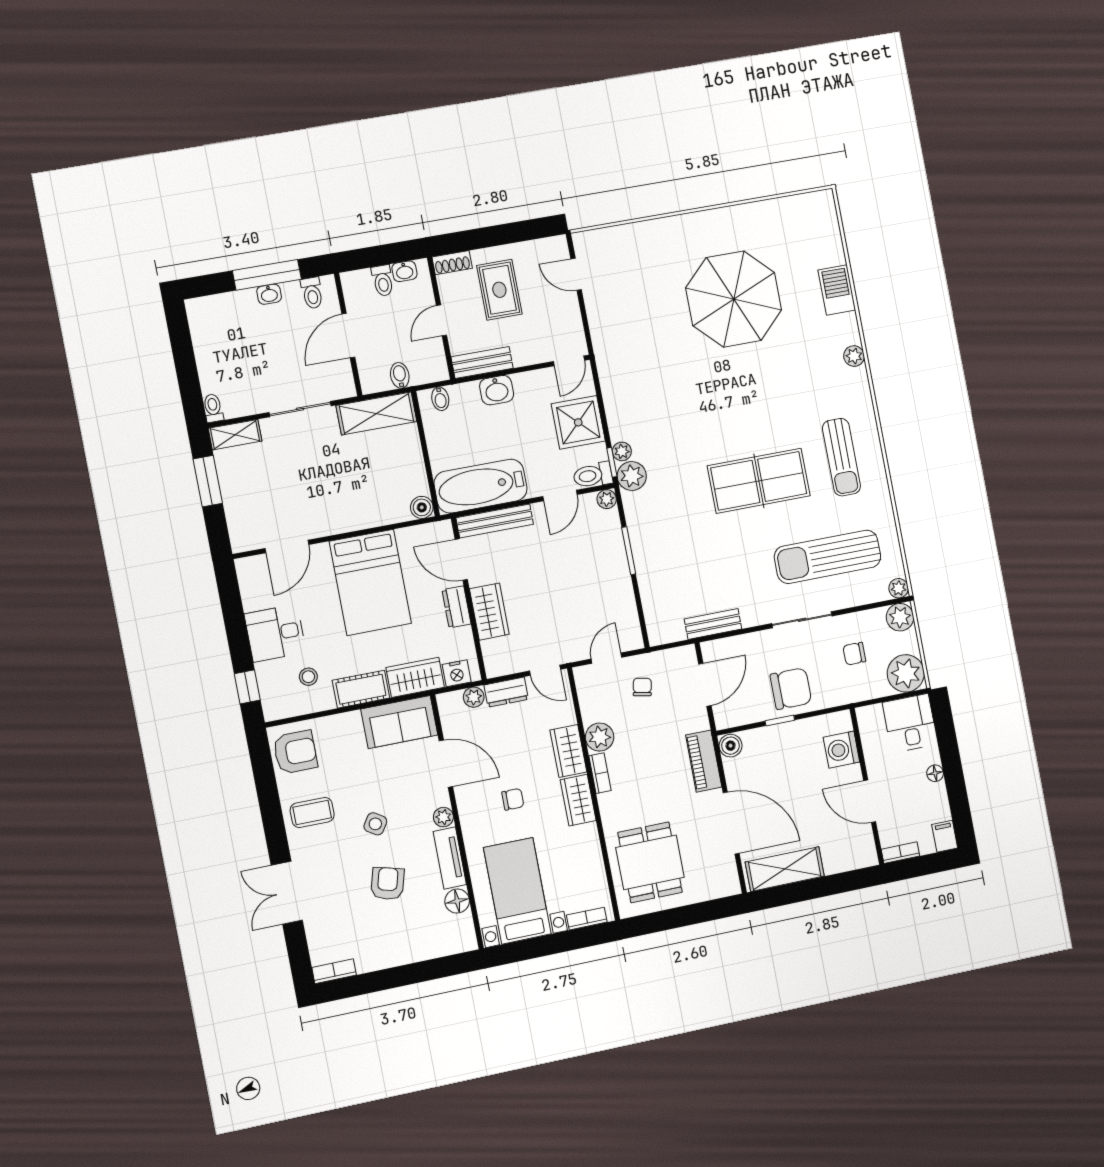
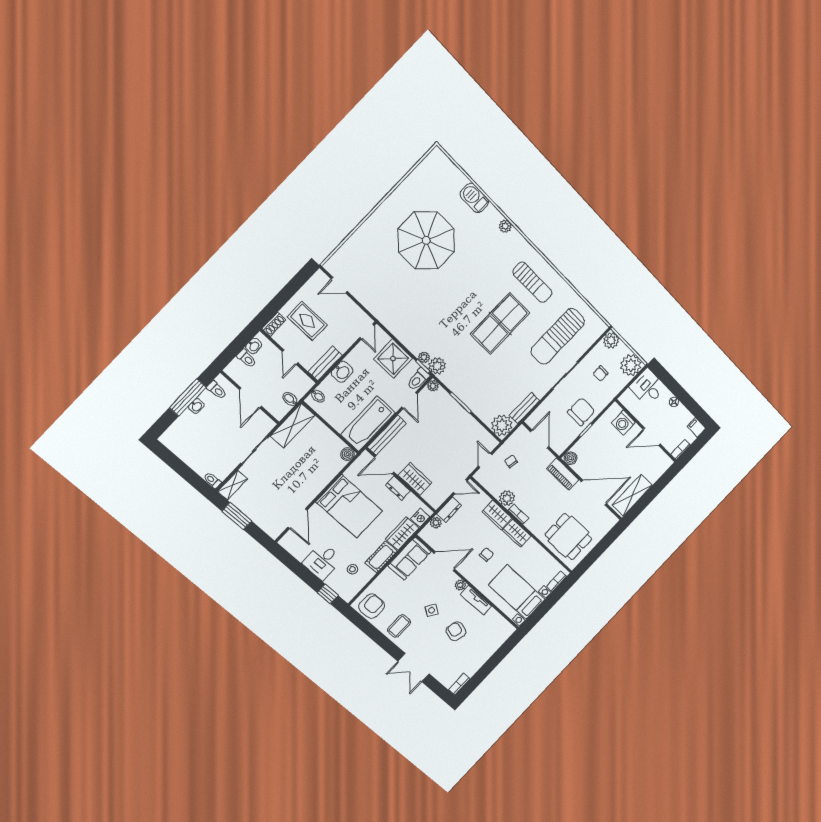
plant: (899, 588) -> (502, 425), moved, width x1.88, depth x1.88
floor lamp: (457, 901) -> (493, 616), removed

